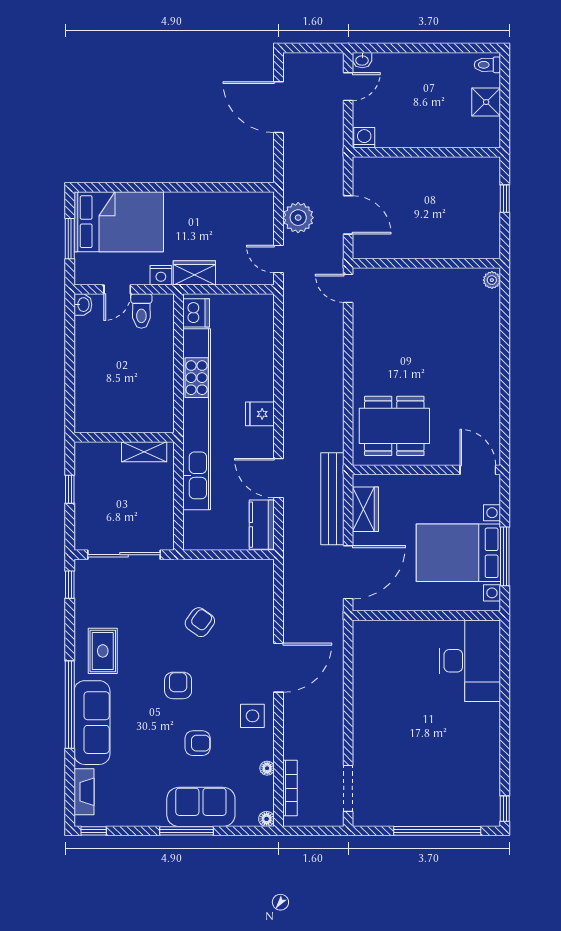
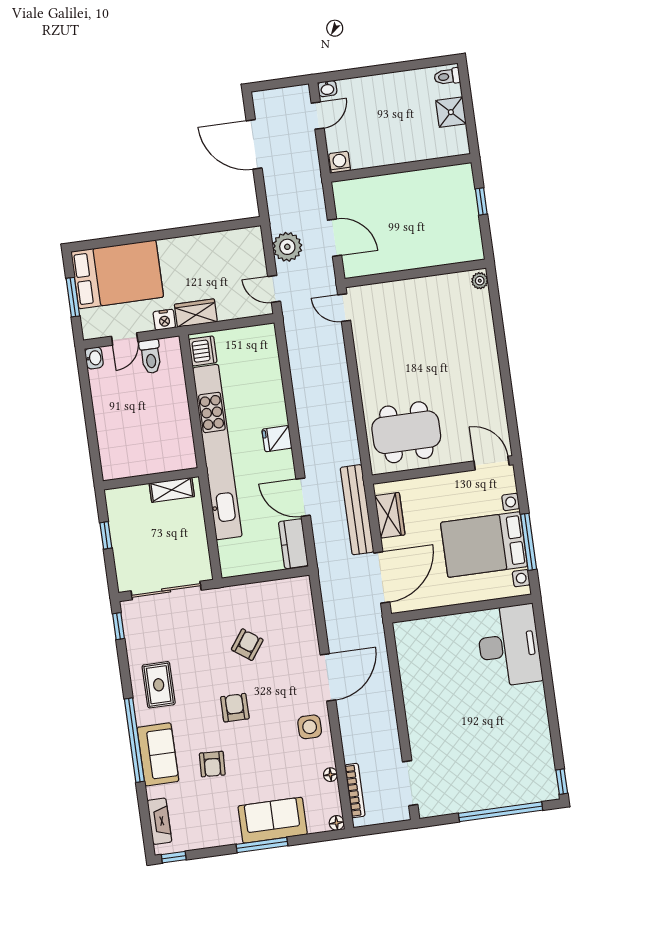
sofa: (92, 723) -> (158, 754), width x0.73
armchair: (198, 743) -> (212, 764), moved, turned 93

